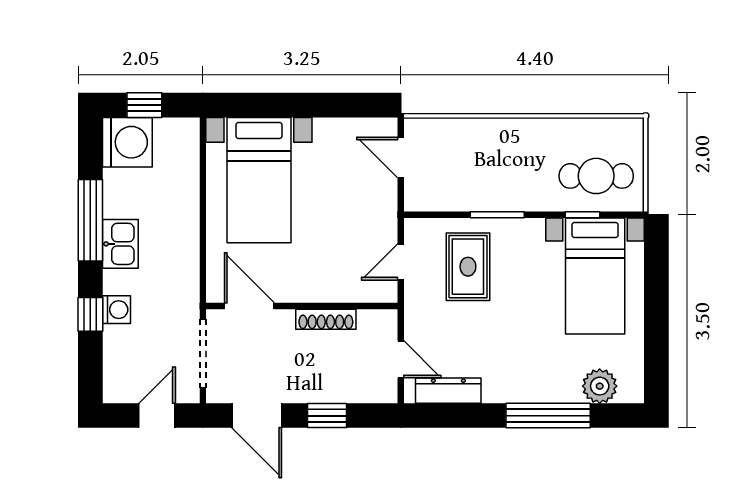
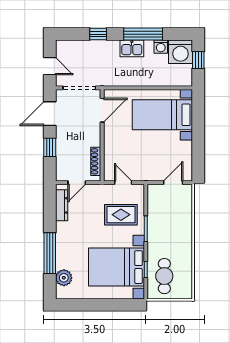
bed with nightstands: (595, 276) -> (117, 267), width x1.36
washing machine: (116, 310) -> (161, 47), moved
shoe rack: (326, 319) -> (96, 161), moved

